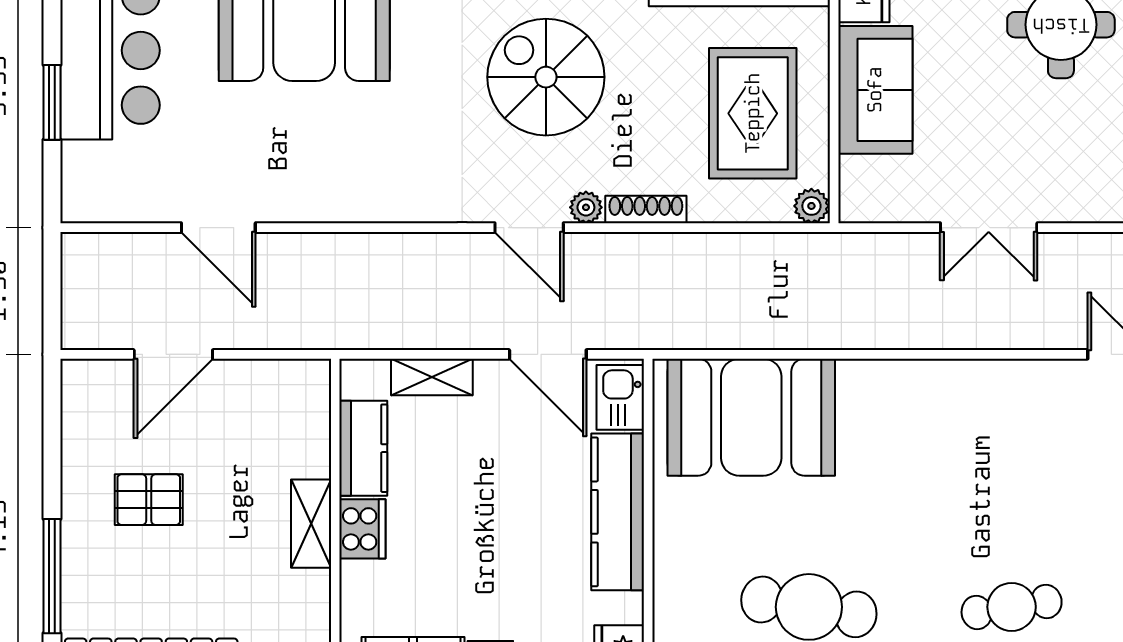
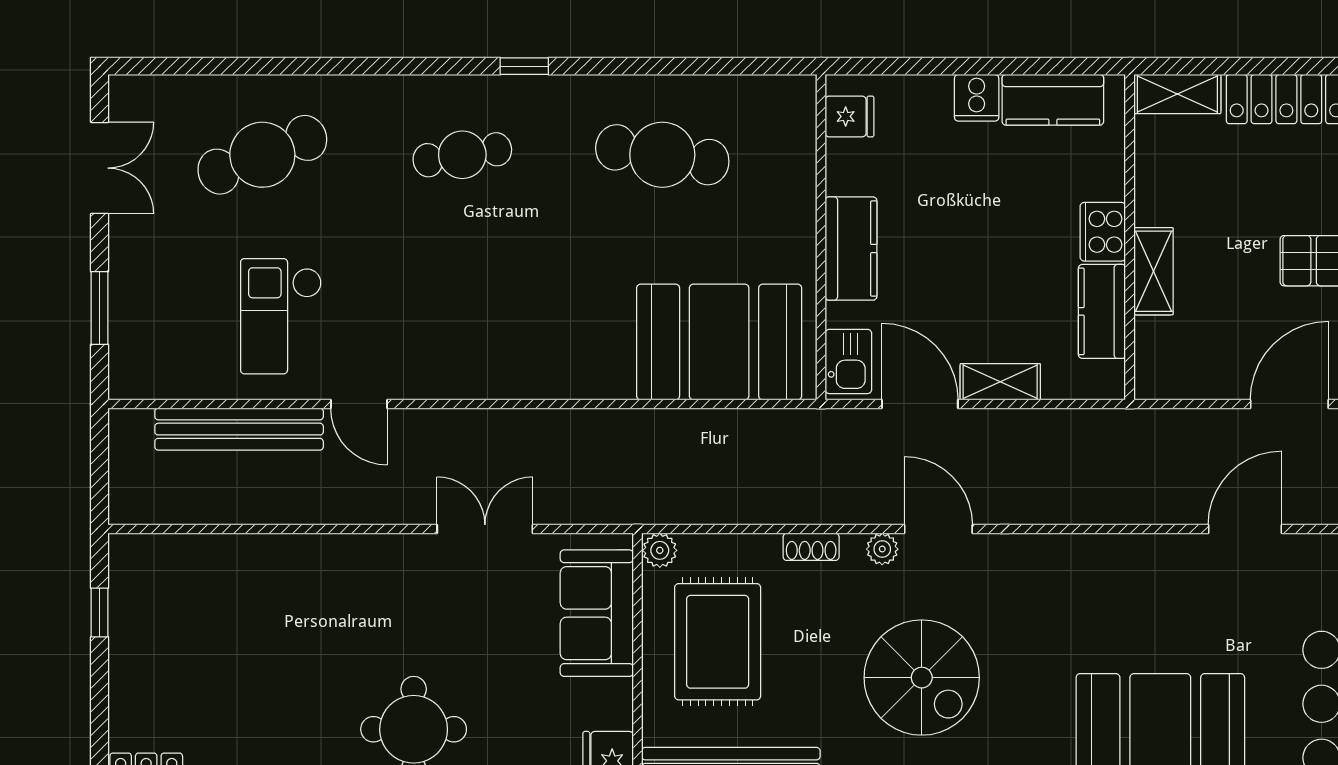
sofa: (875, 90) -> (597, 613), moved
shoe rack: (646, 210) -> (811, 547), width x0.70
door: (218, 228) -> (1245, 529), hinge flipped
shelving: (432, 377) -> (1000, 382), moved
kitchen counter: (618, 512) -> (851, 249), width x0.67
shelving: (311, 524) -> (1153, 271), moved

